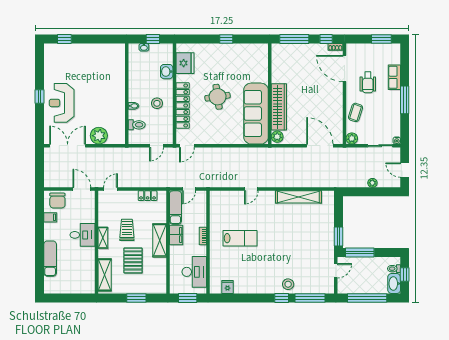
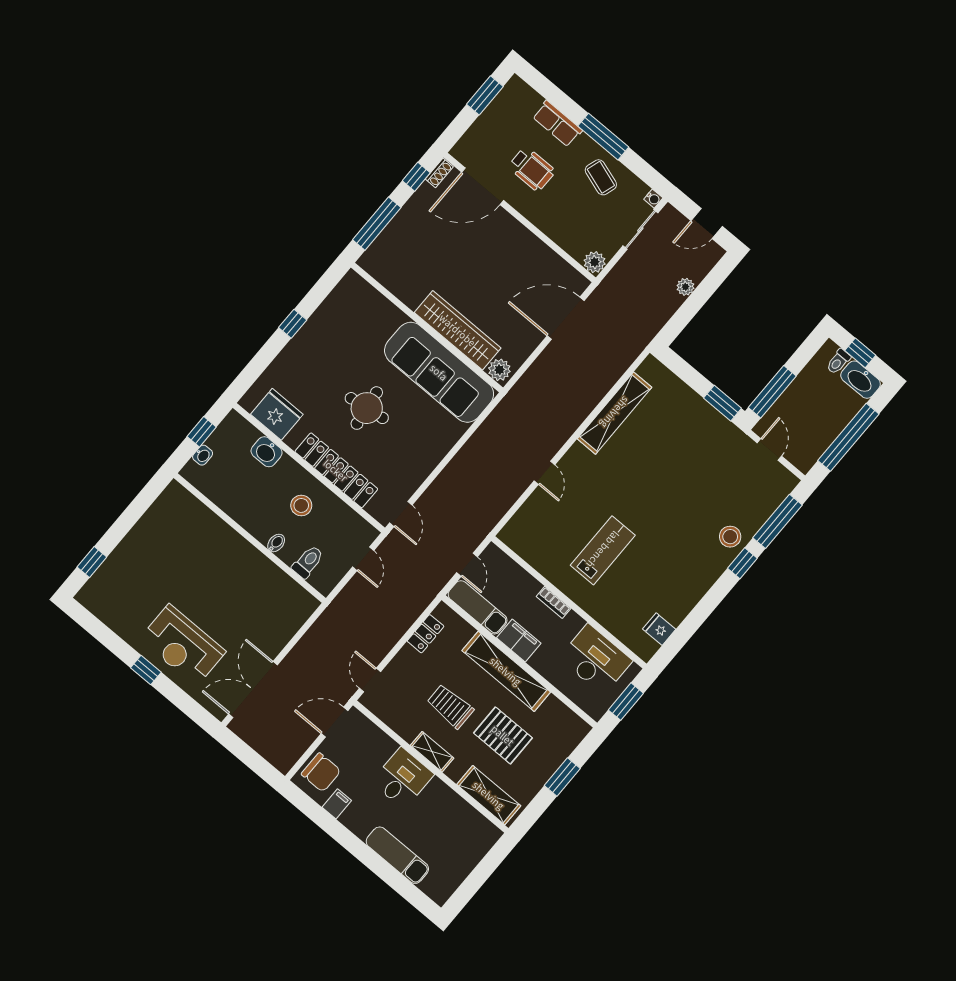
coffee table: (356, 112) -> (601, 177), moved
plant: (99, 136) -> (277, 631), removed
shelving: (160, 240) -> (506, 671), width x1.47

